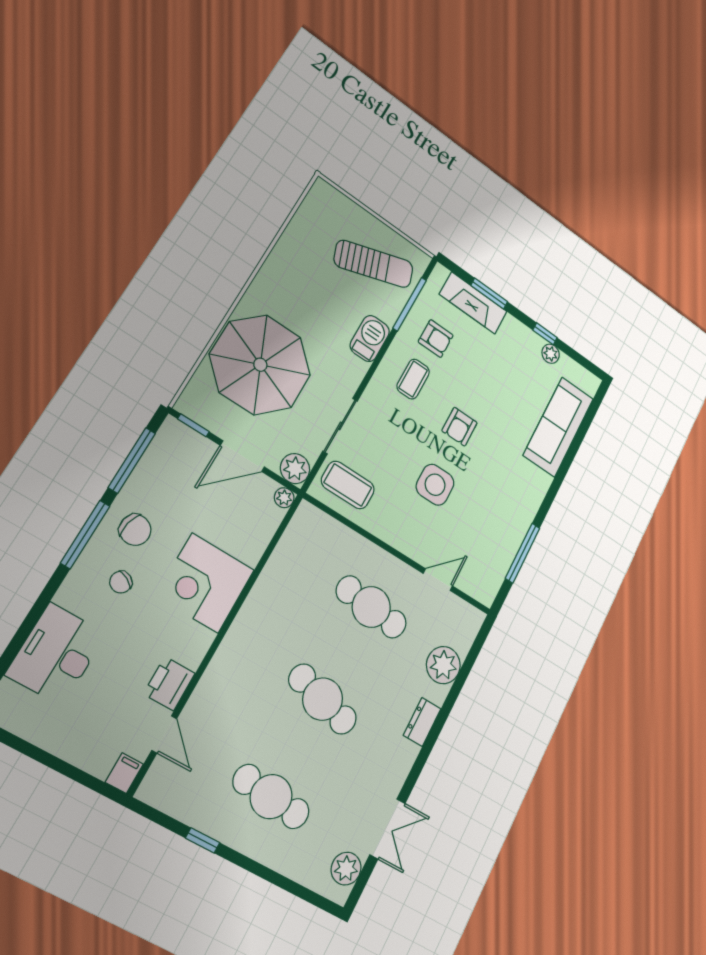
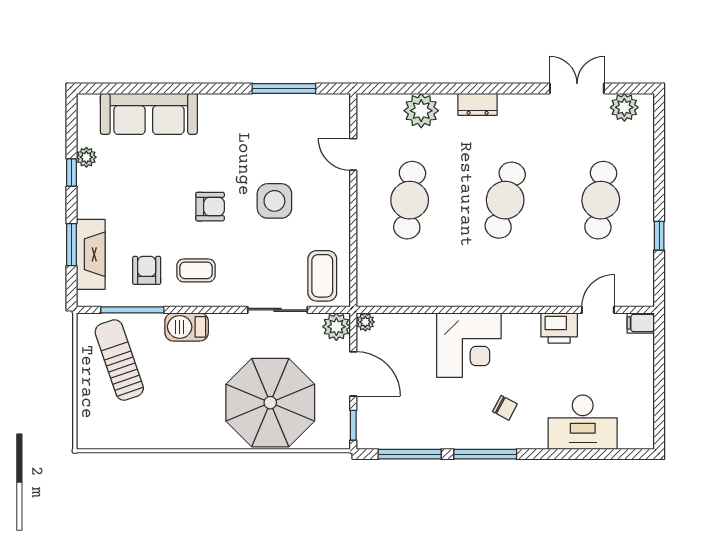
chair: (135, 530) -> (460, 421), removed

